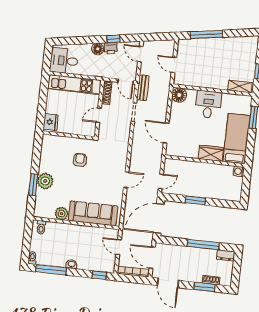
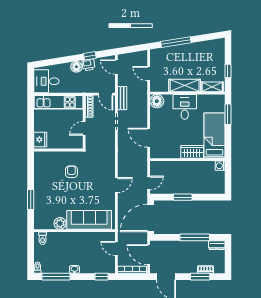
shelving: (211, 82) -> (185, 85), added
plant: (45, 181) -> (41, 195), removed

